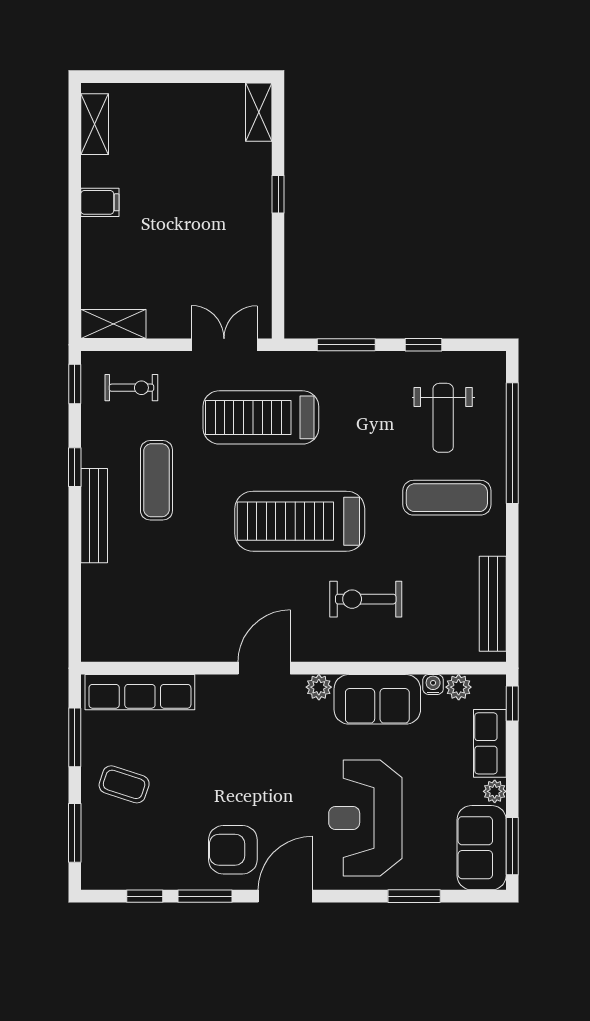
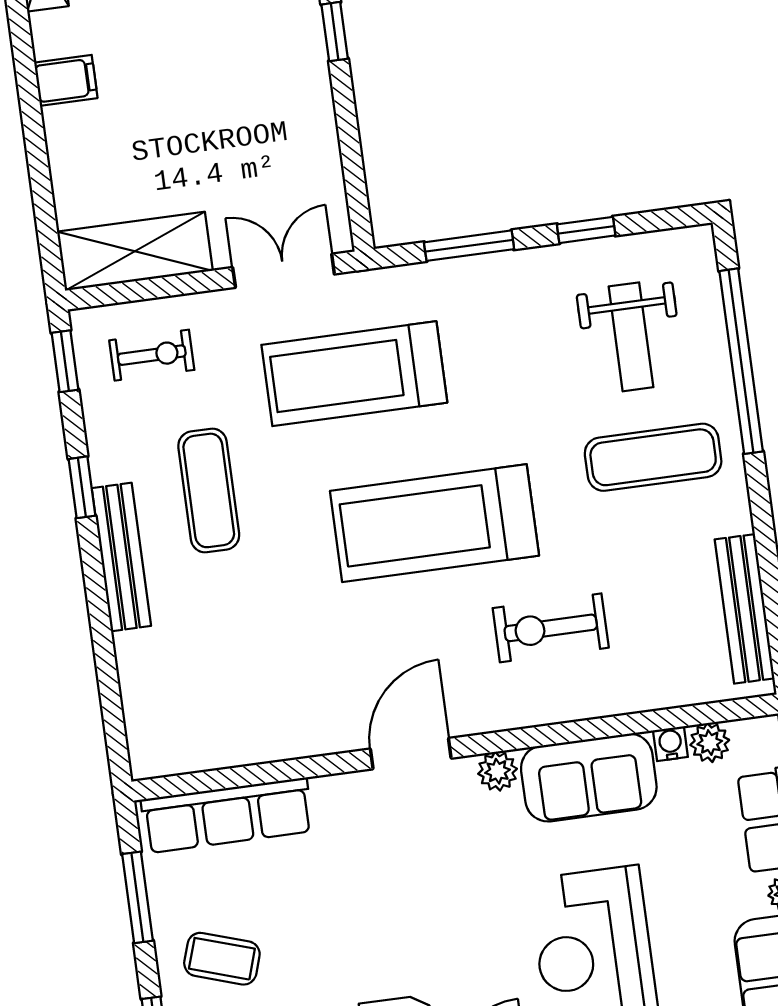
shelving: (113, 324) -> (135, 251), width x1.50, depth x1.33

